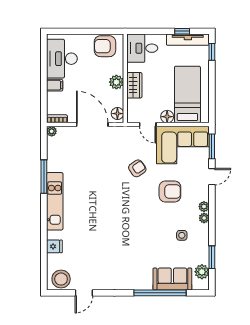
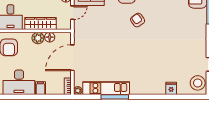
wardrobe: (134, 85) -> (41, 24), width x1.50
floor lamp: (117, 114) -> (50, 37), moved
armchair: (137, 168) -> (138, 20), moved
kitchen unit: (55, 201) -> (106, 88), moved

